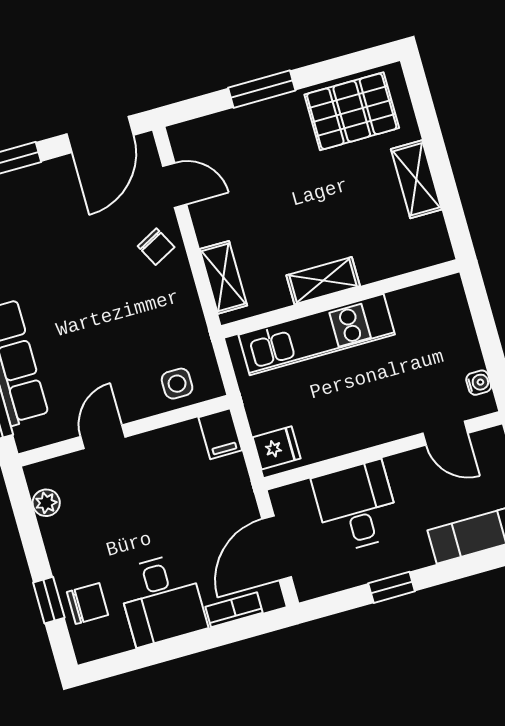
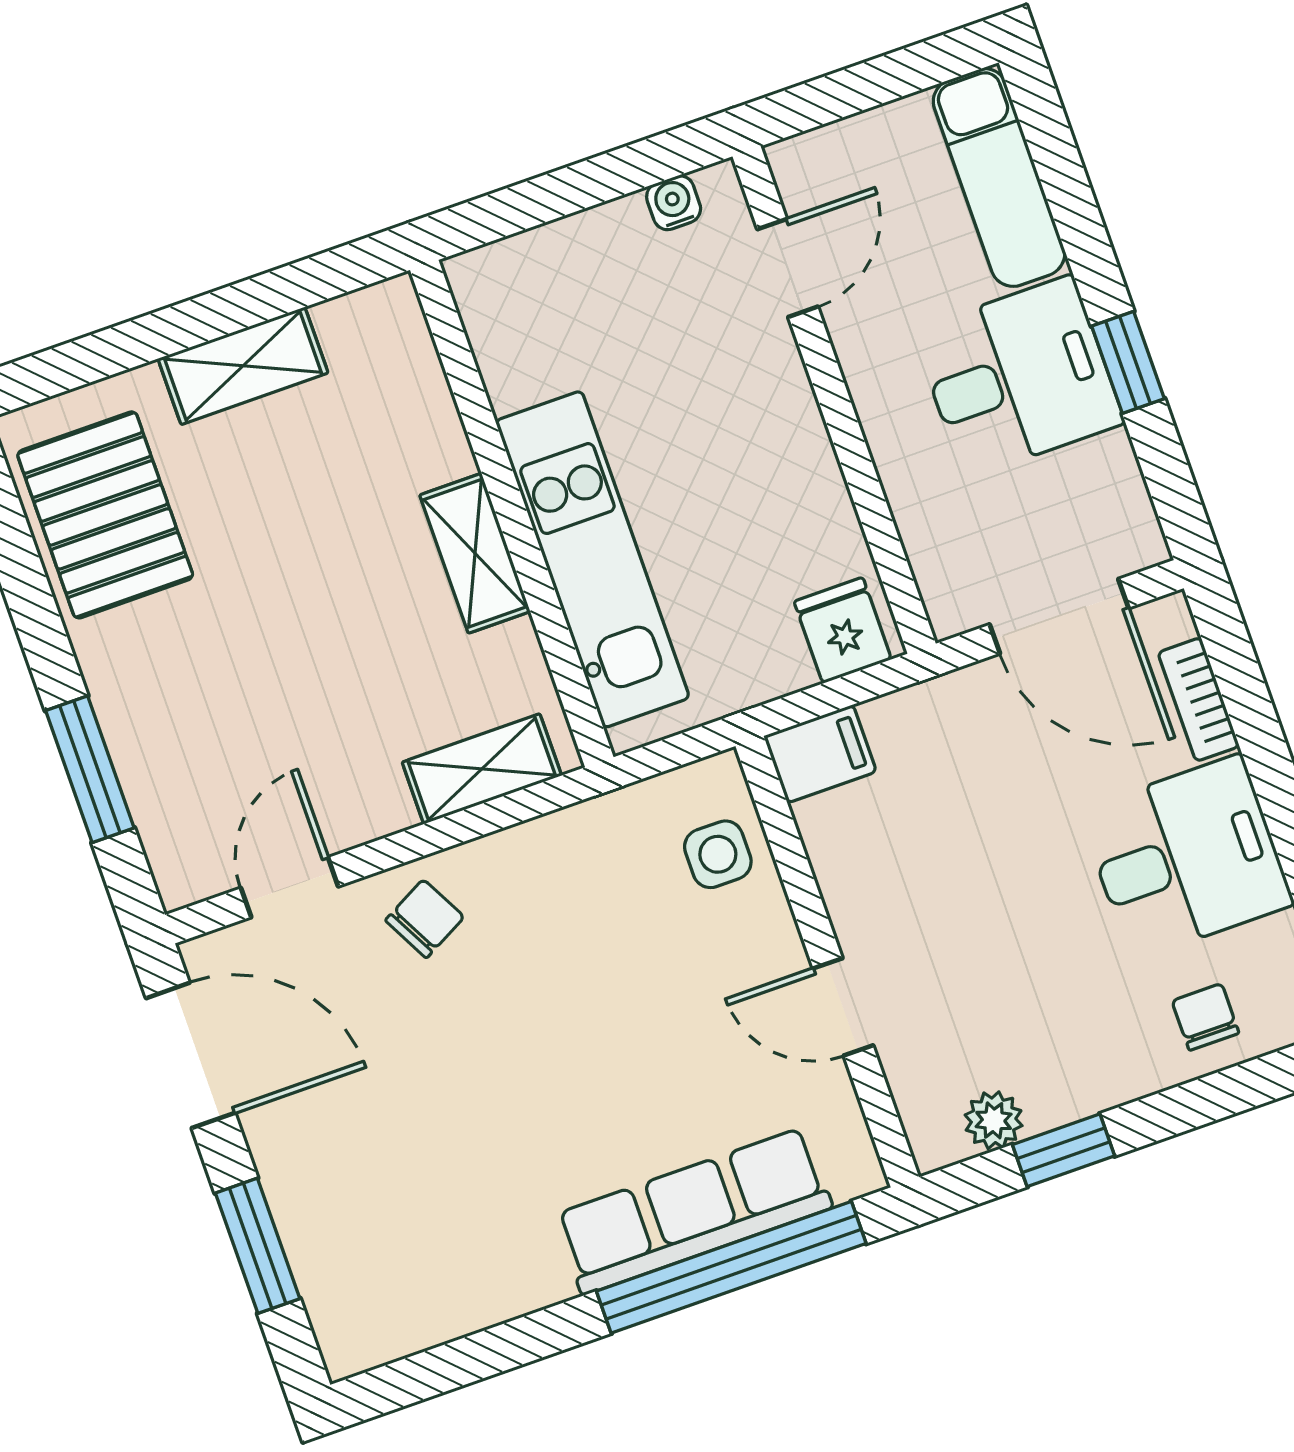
window: (262, 89) -> (90, 769), moved
desk: (356, 507) -> (1018, 377), moved, turned 180
window: (49, 600) -> (1063, 1150), moved
chair: (87, 604) -> (1205, 1017), width x0.73, depth x0.73

